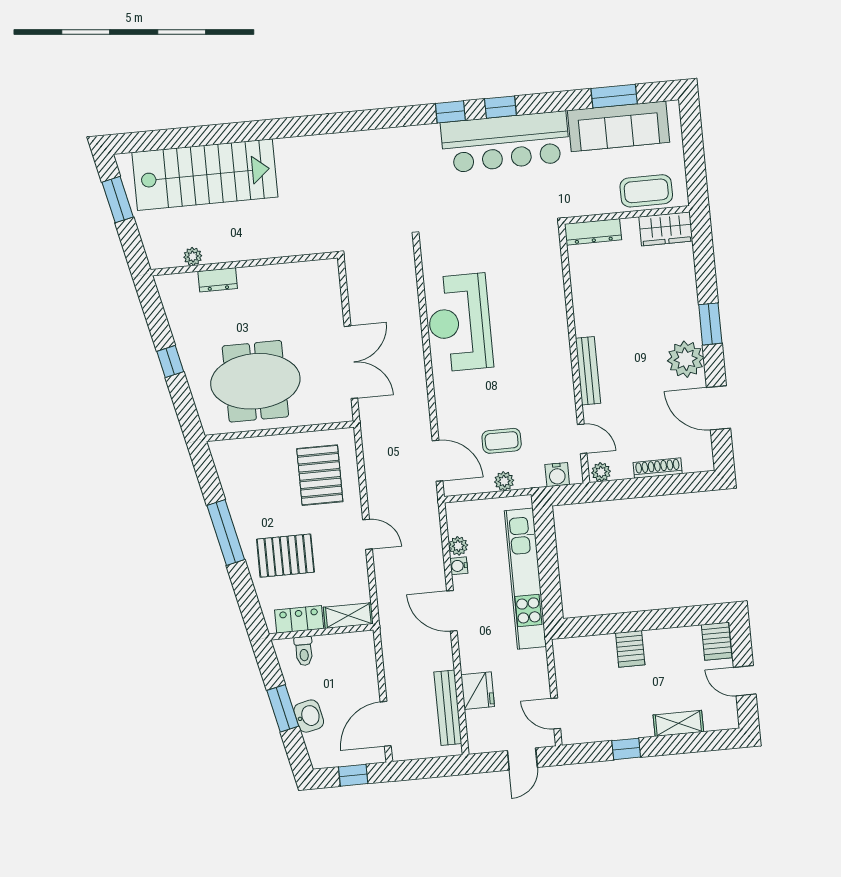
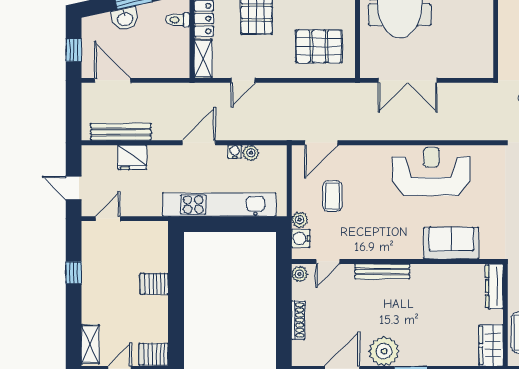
sofa: (545, 290) -> (451, 243), added
plant: (504, 481) -> (300, 220), moved
door: (367, 534) -> (243, 80), moved
shelving: (678, 723) -> (90, 344), moved

